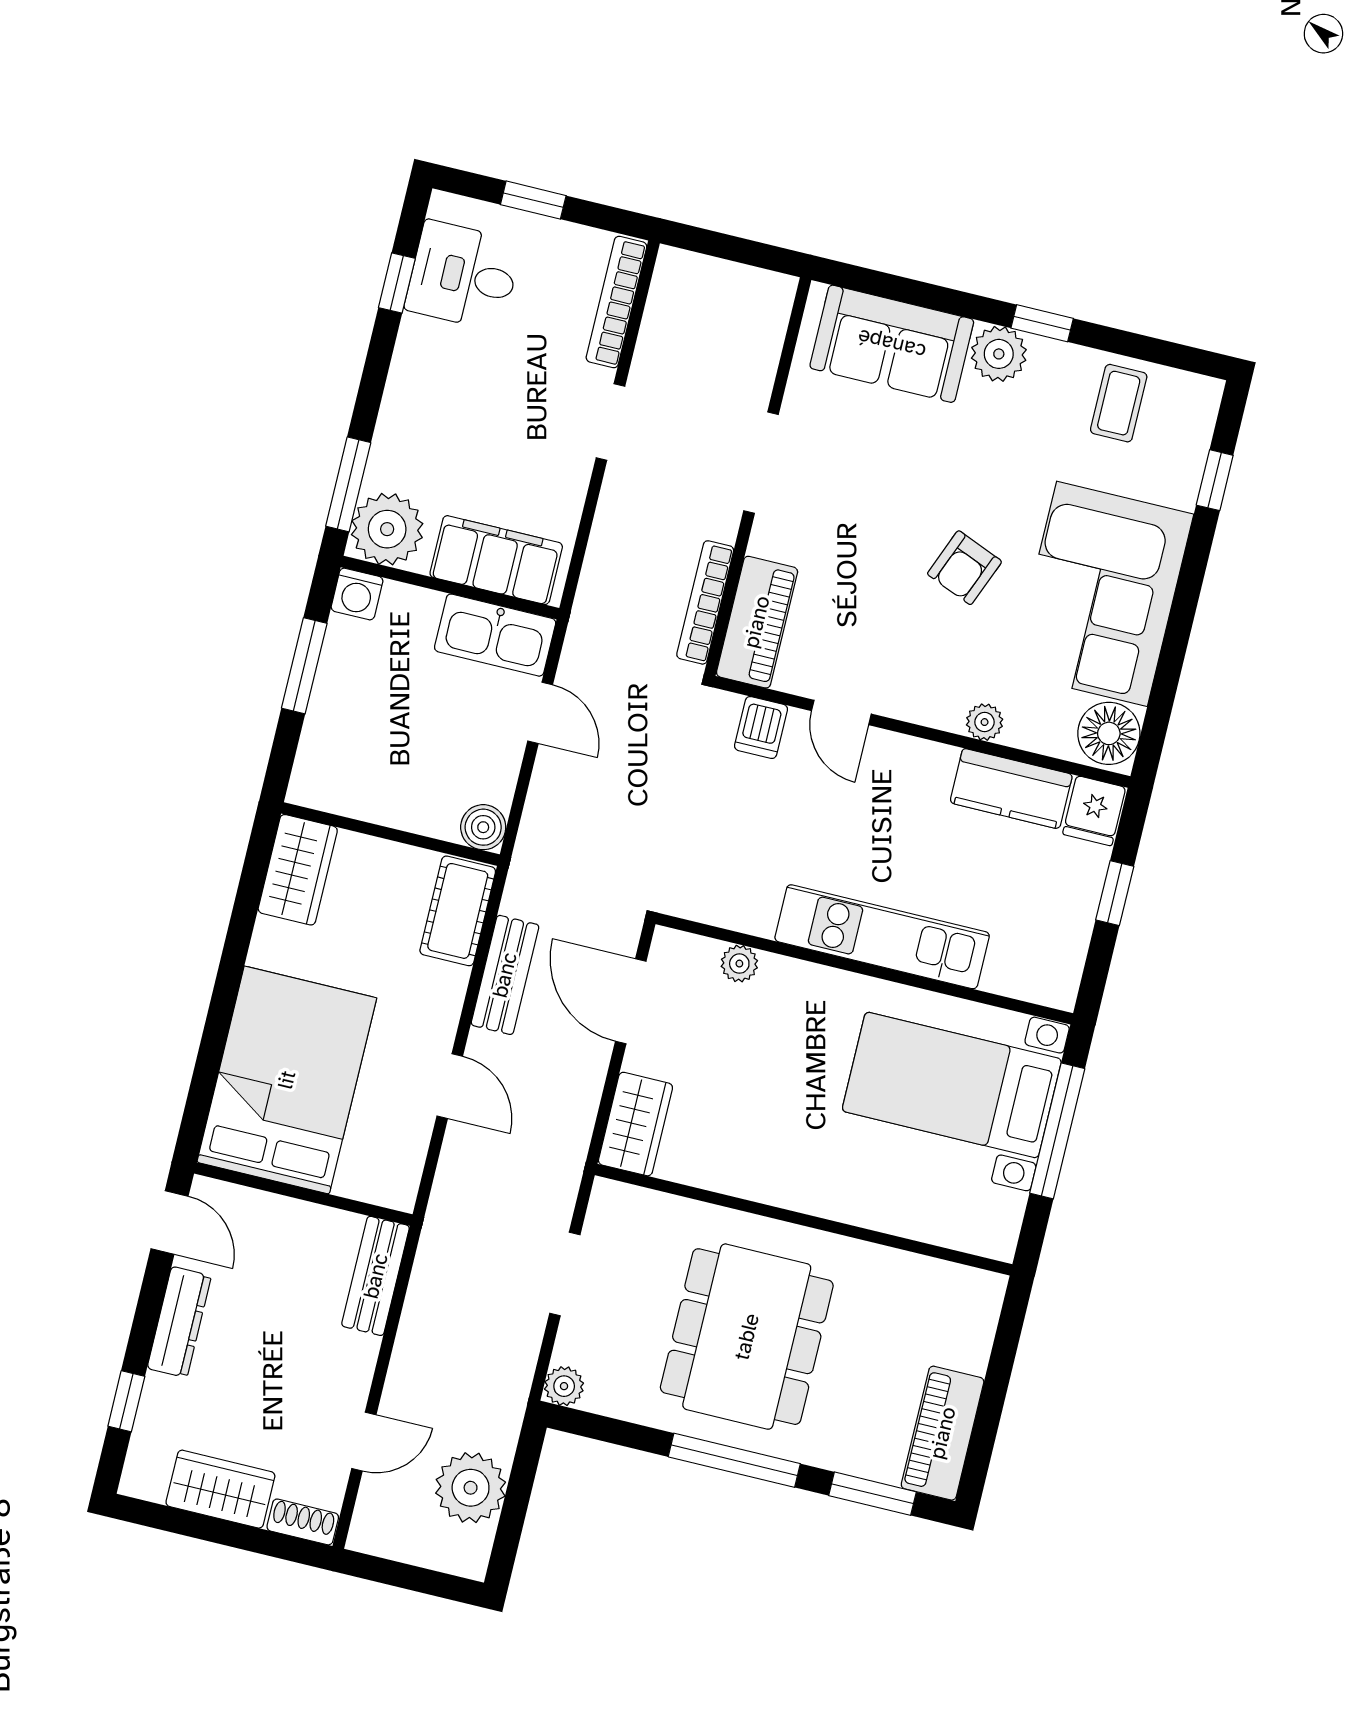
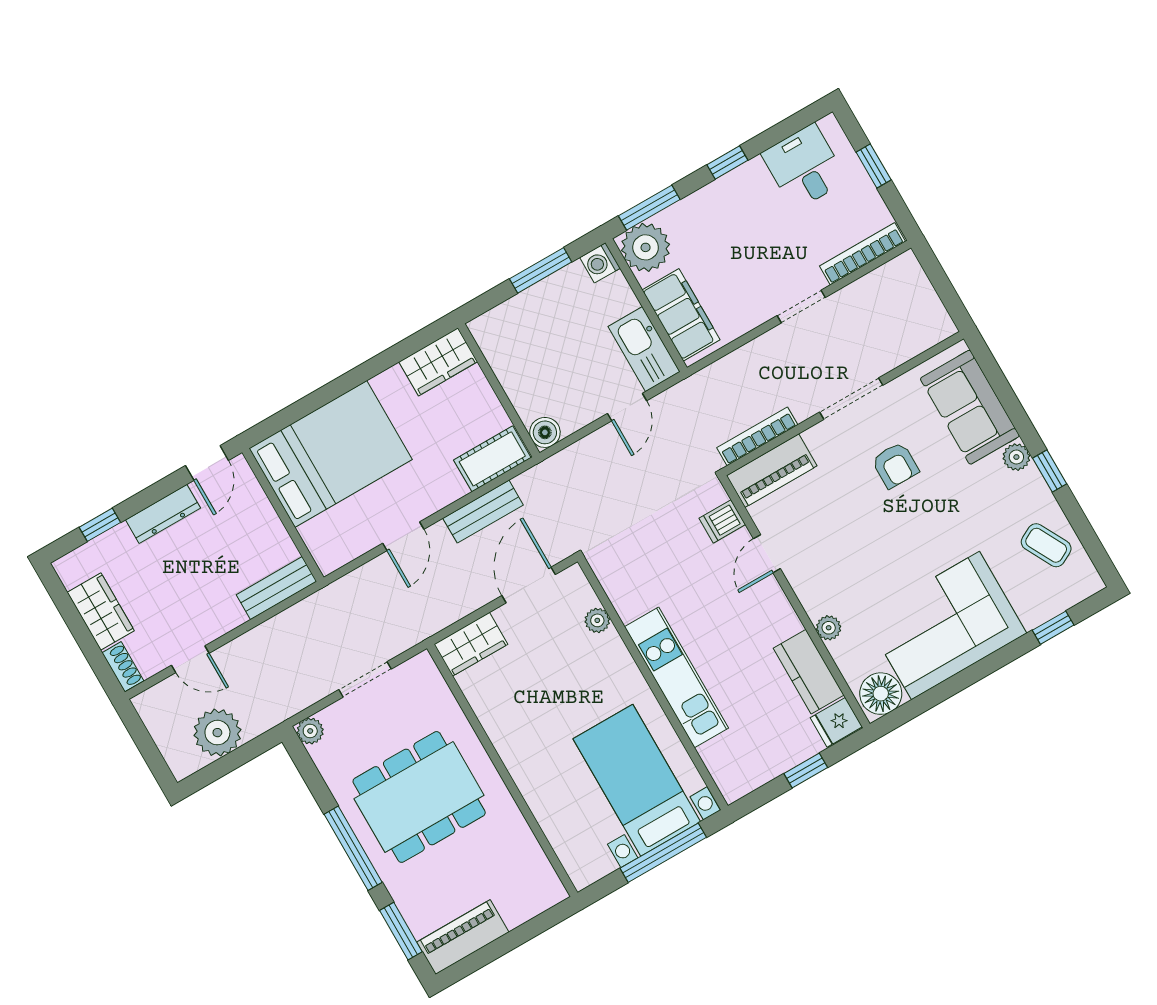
window: (397, 283) -> (727, 163), moved
plant: (999, 354) -> (1016, 457), width x0.73, depth x0.73
coffee table: (1119, 403) -> (1046, 545), turned 62
armchair: (964, 568) -> (895, 465), moved, turned -112

